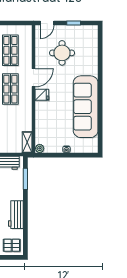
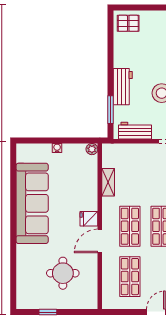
door: (47, 23) -> (82, 312), removed
shelving: (27, 142) -> (108, 182), moved
workbench: (16, 215) -> (123, 87), moved

